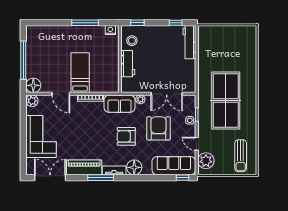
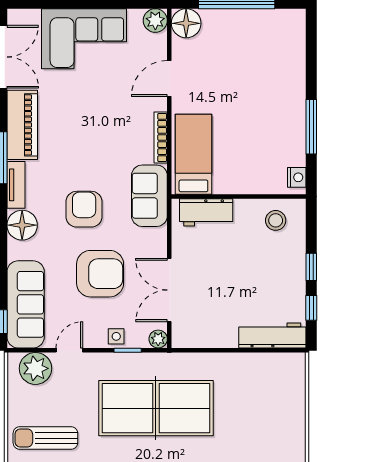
window: (137, 23) -> (311, 267), moved
workbench: (128, 64) -> (206, 212), moved
bed: (80, 73) -> (193, 154), moved, turned -90
plant: (140, 99) -> (158, 339), moved

